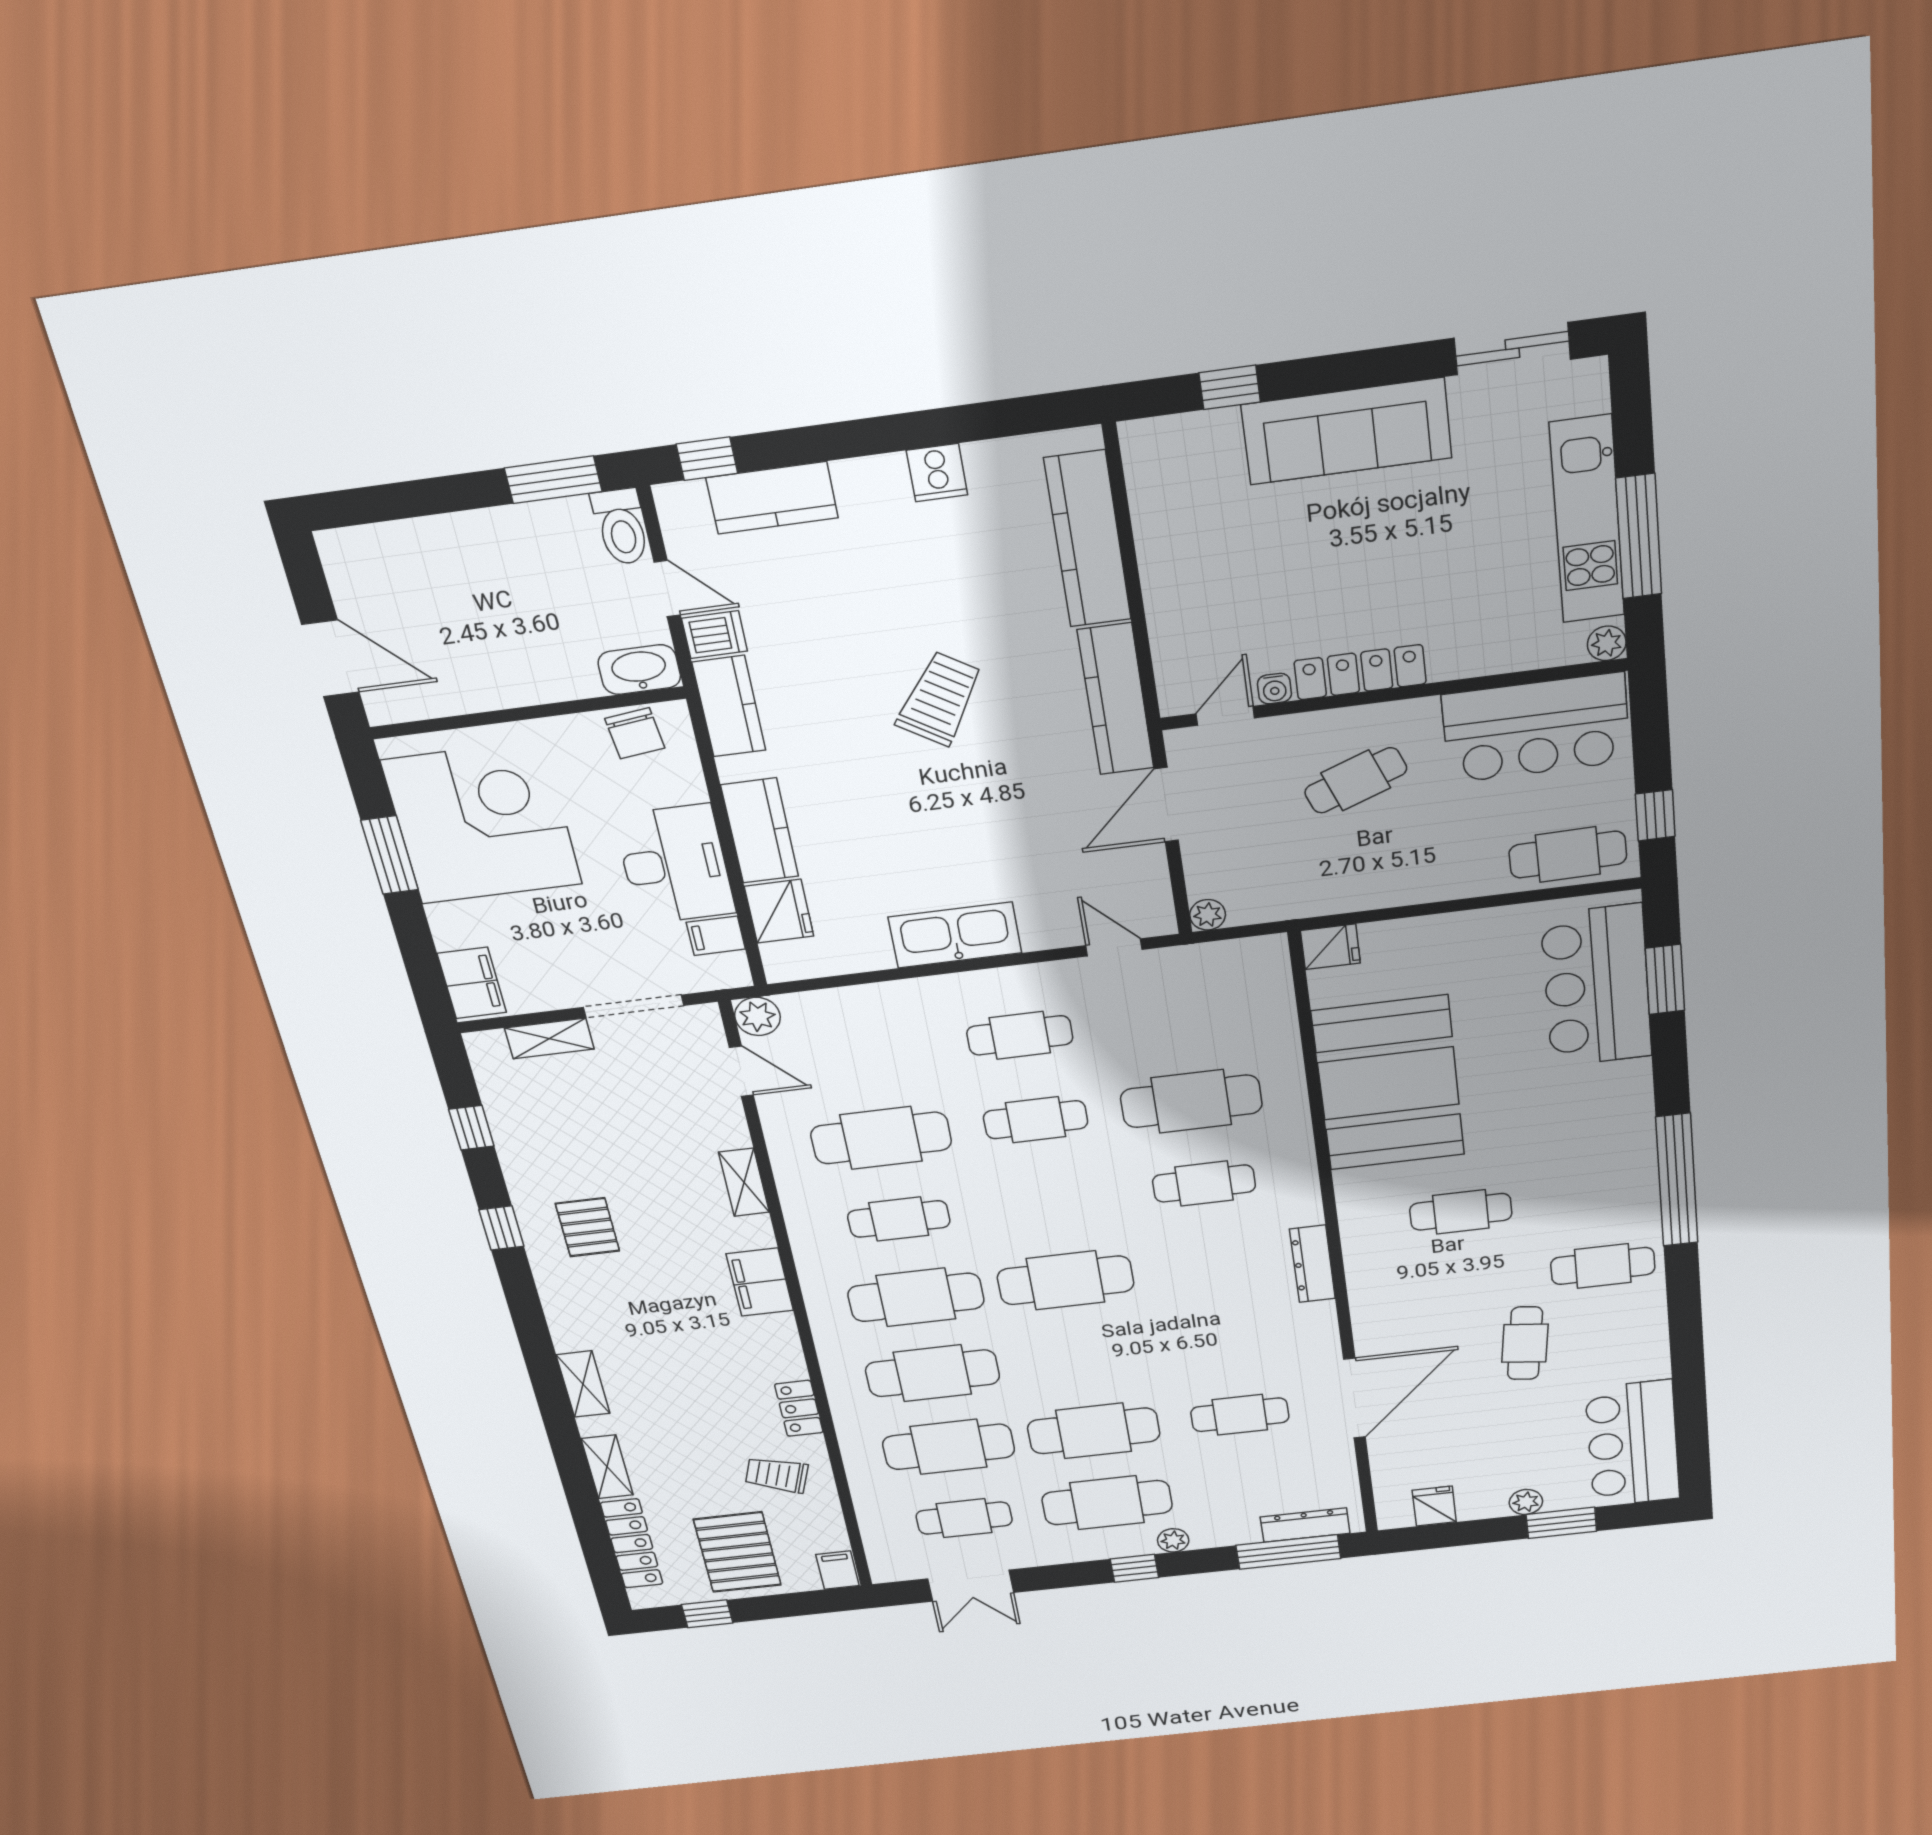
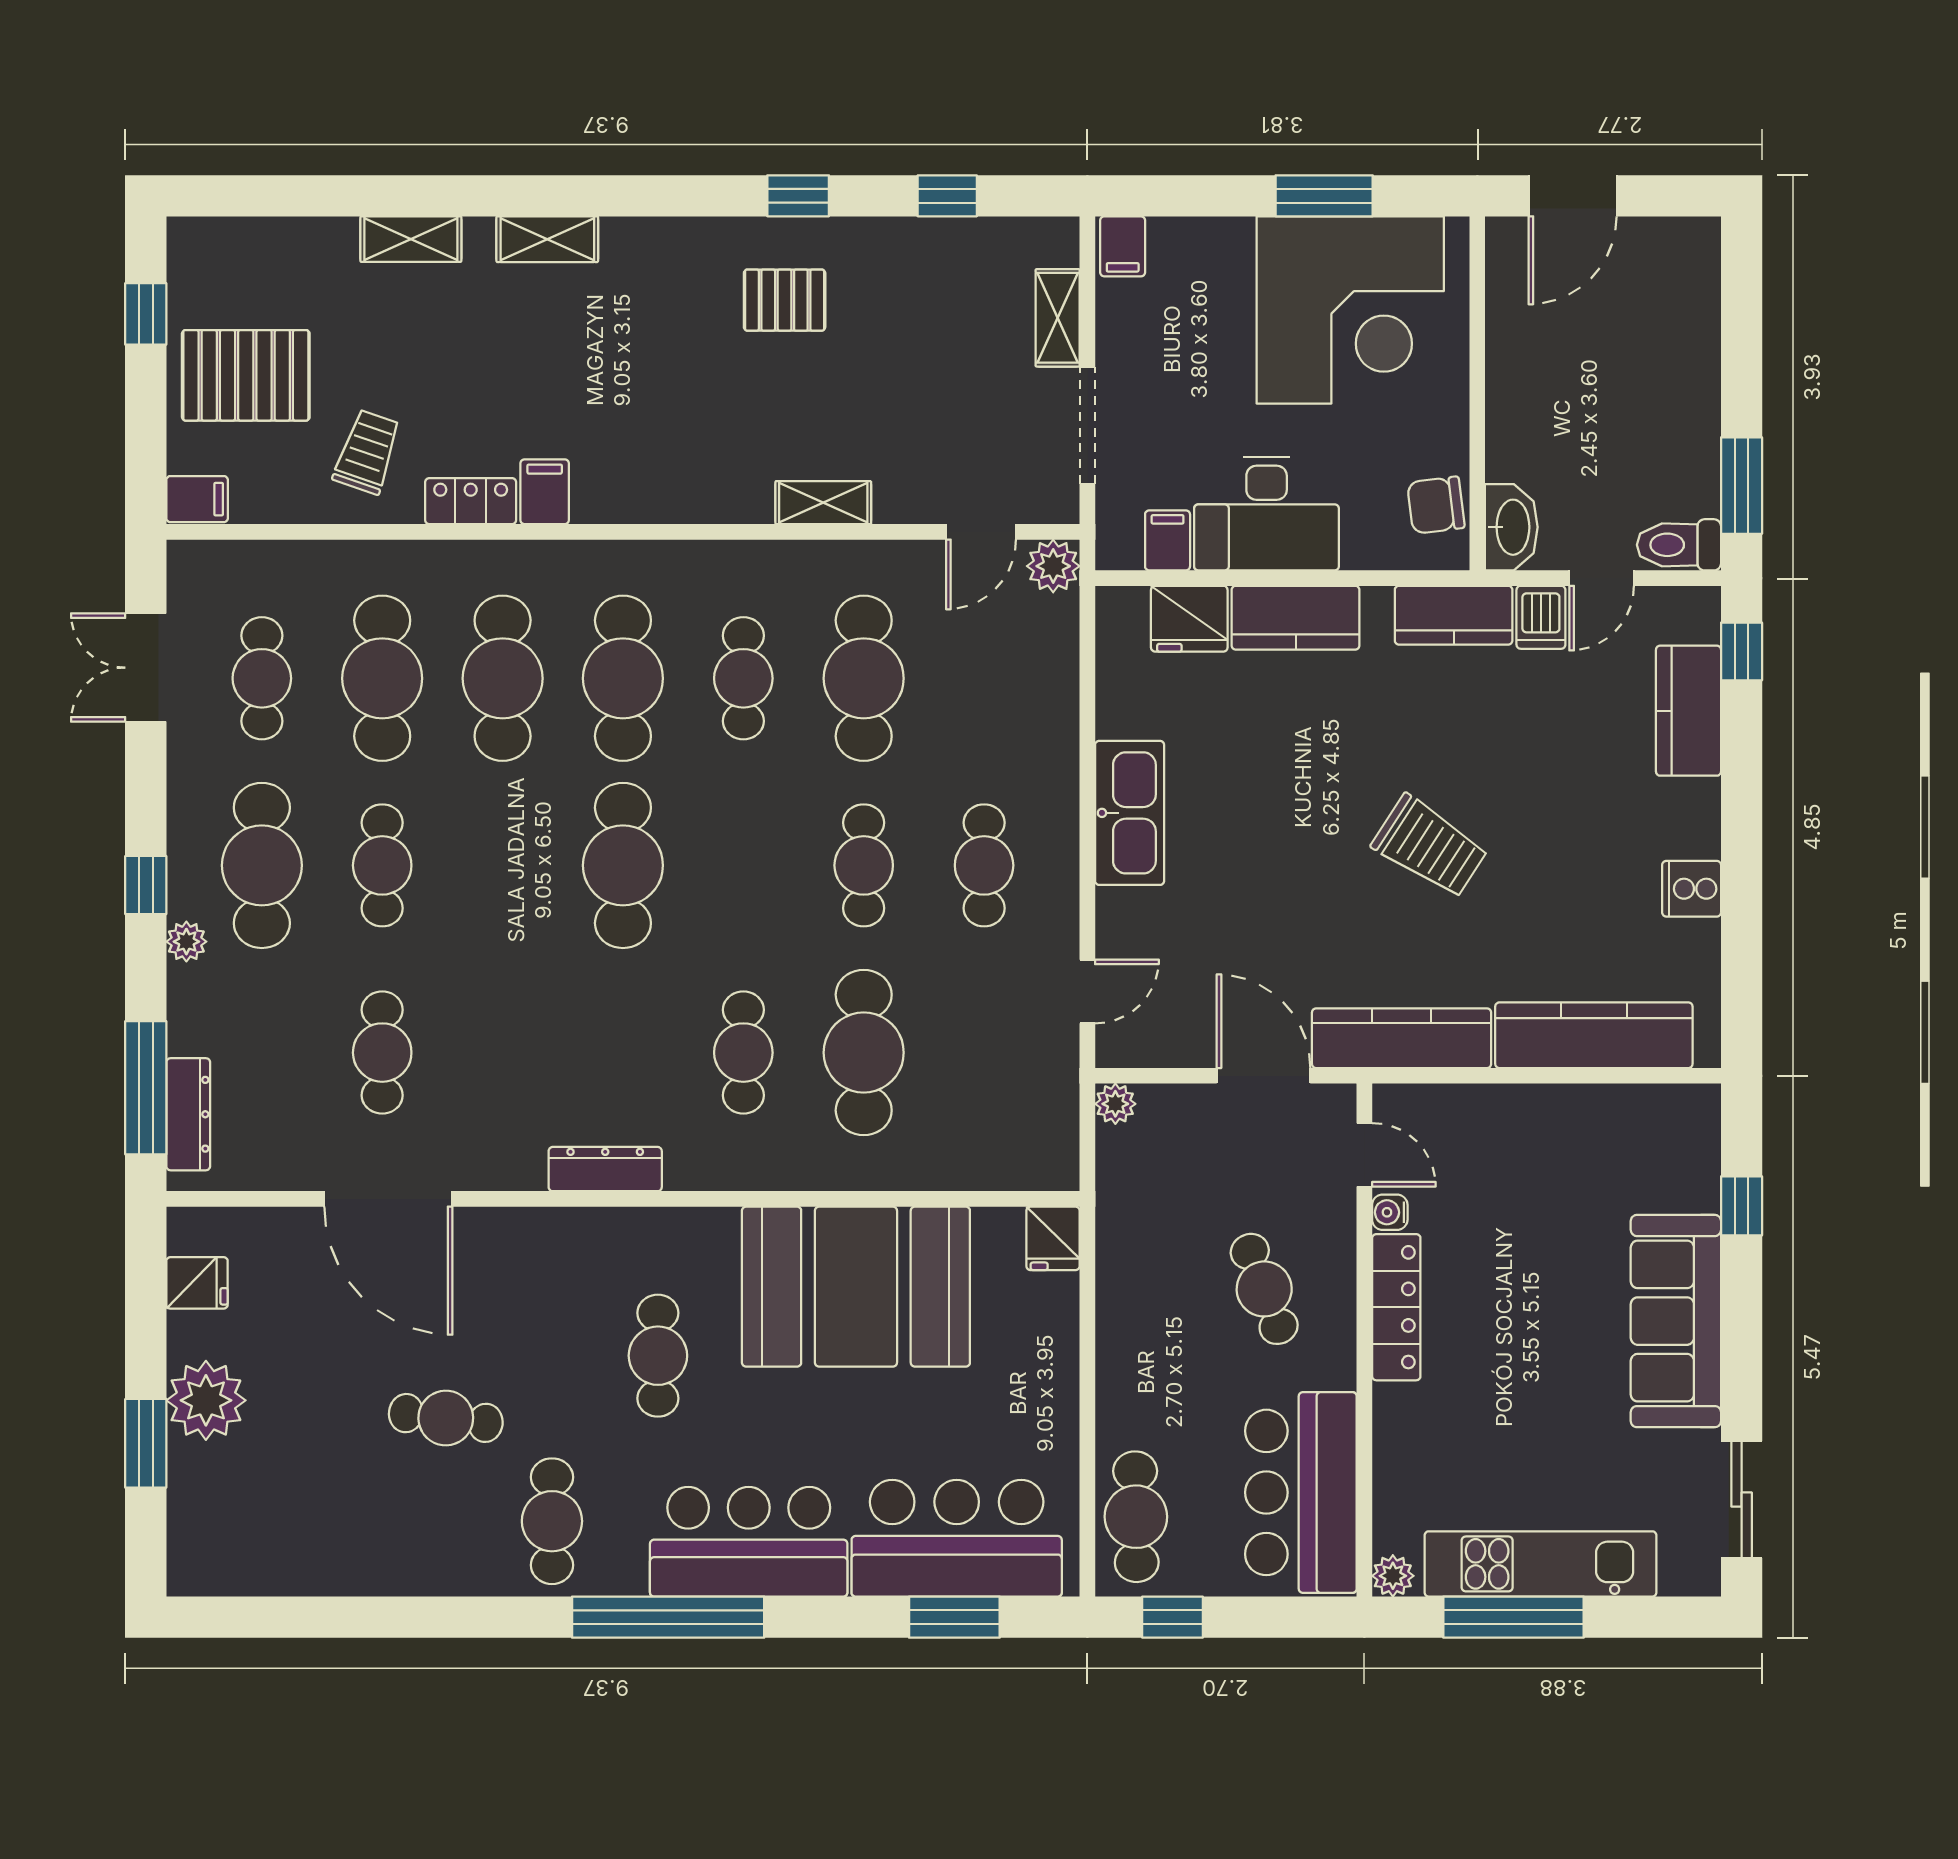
filing cabinet: (472, 983) -> (1123, 246), width x0.50
filing cabinet: (760, 1282) -> (545, 492), moved, width x0.50
cafe table: (1094, 1431) -> (382, 865), width x0.73, depth x0.74
bar counter: (1633, 1444) -> (749, 1542), moved
plant: (1526, 1502) -> (206, 1400), width x1.87, depth x1.87
locker: (632, 1544) -> (280, 242), removed

